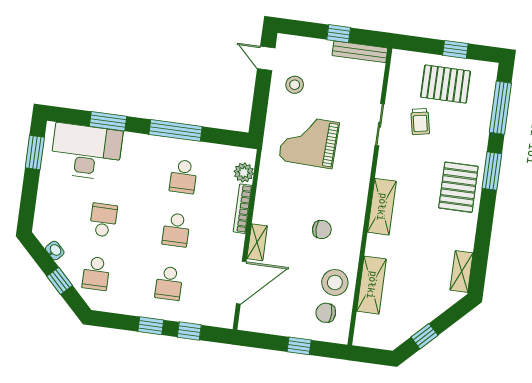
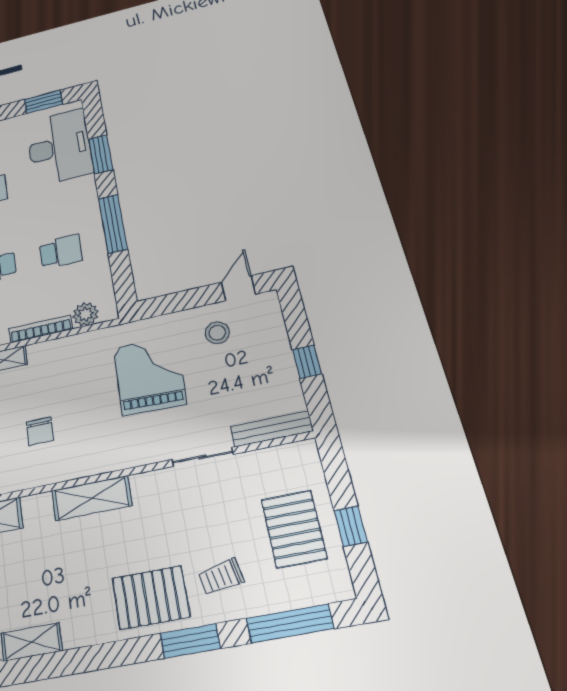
bench: (360, 52) -> (272, 429), moved, turned 90
trolley: (420, 122) -> (221, 577), moved
school desk: (183, 177) -> (61, 252), turned 180

